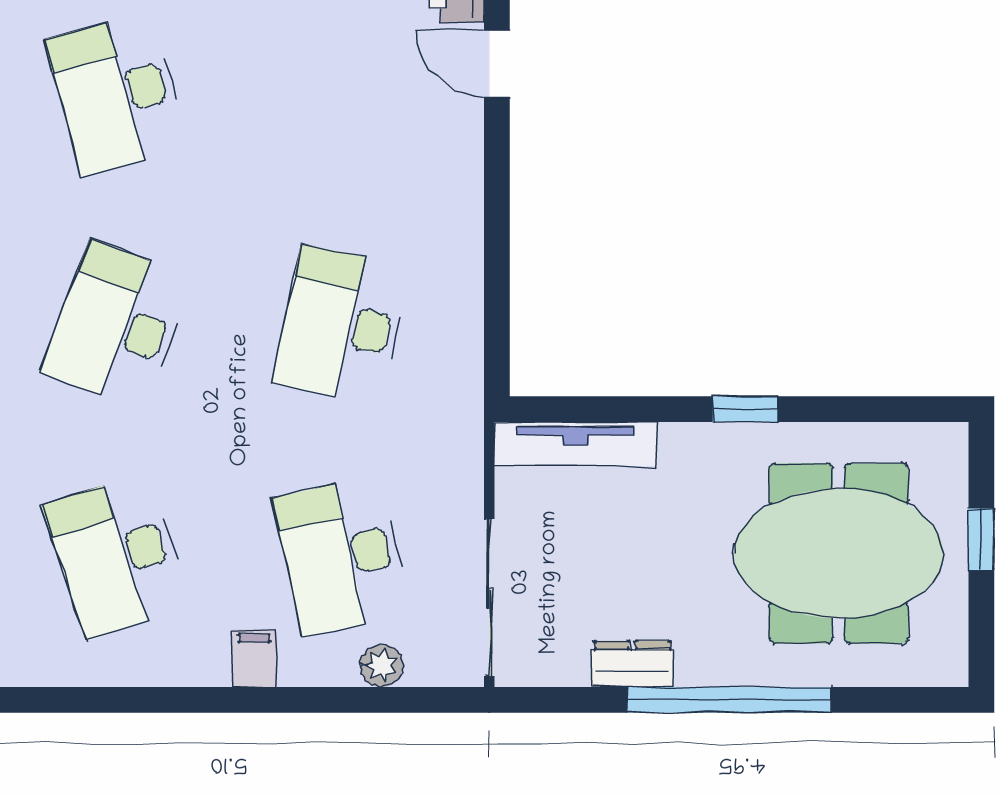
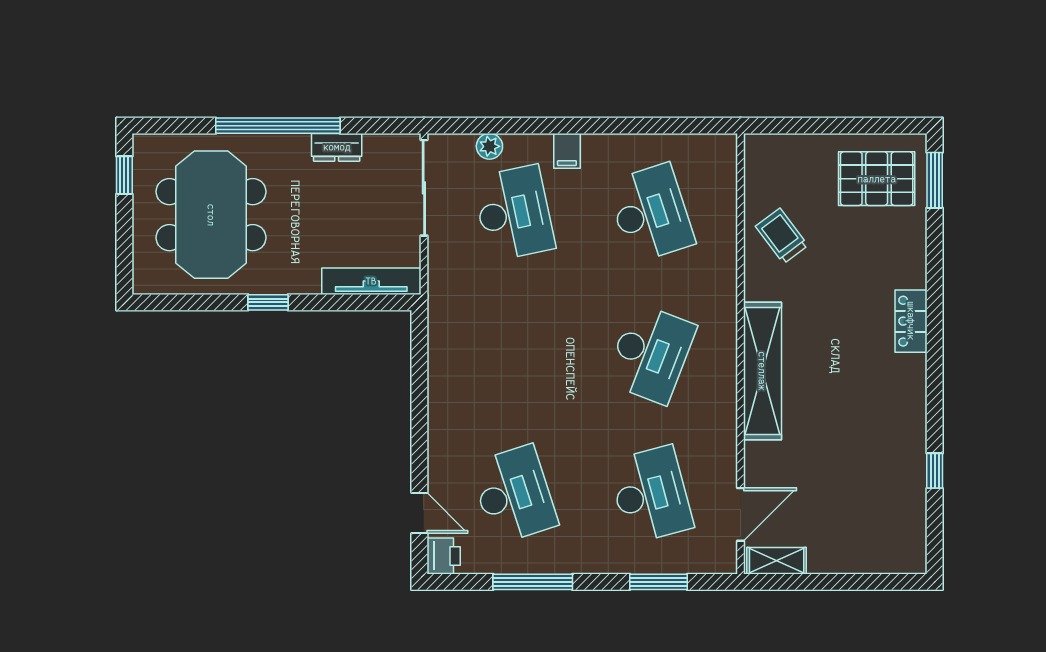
desk: (341, 325) -> (514, 494), moved, turned -30
window: (981, 539) -> (124, 175), moved
meeting table: (839, 553) -> (211, 215), turned 90

